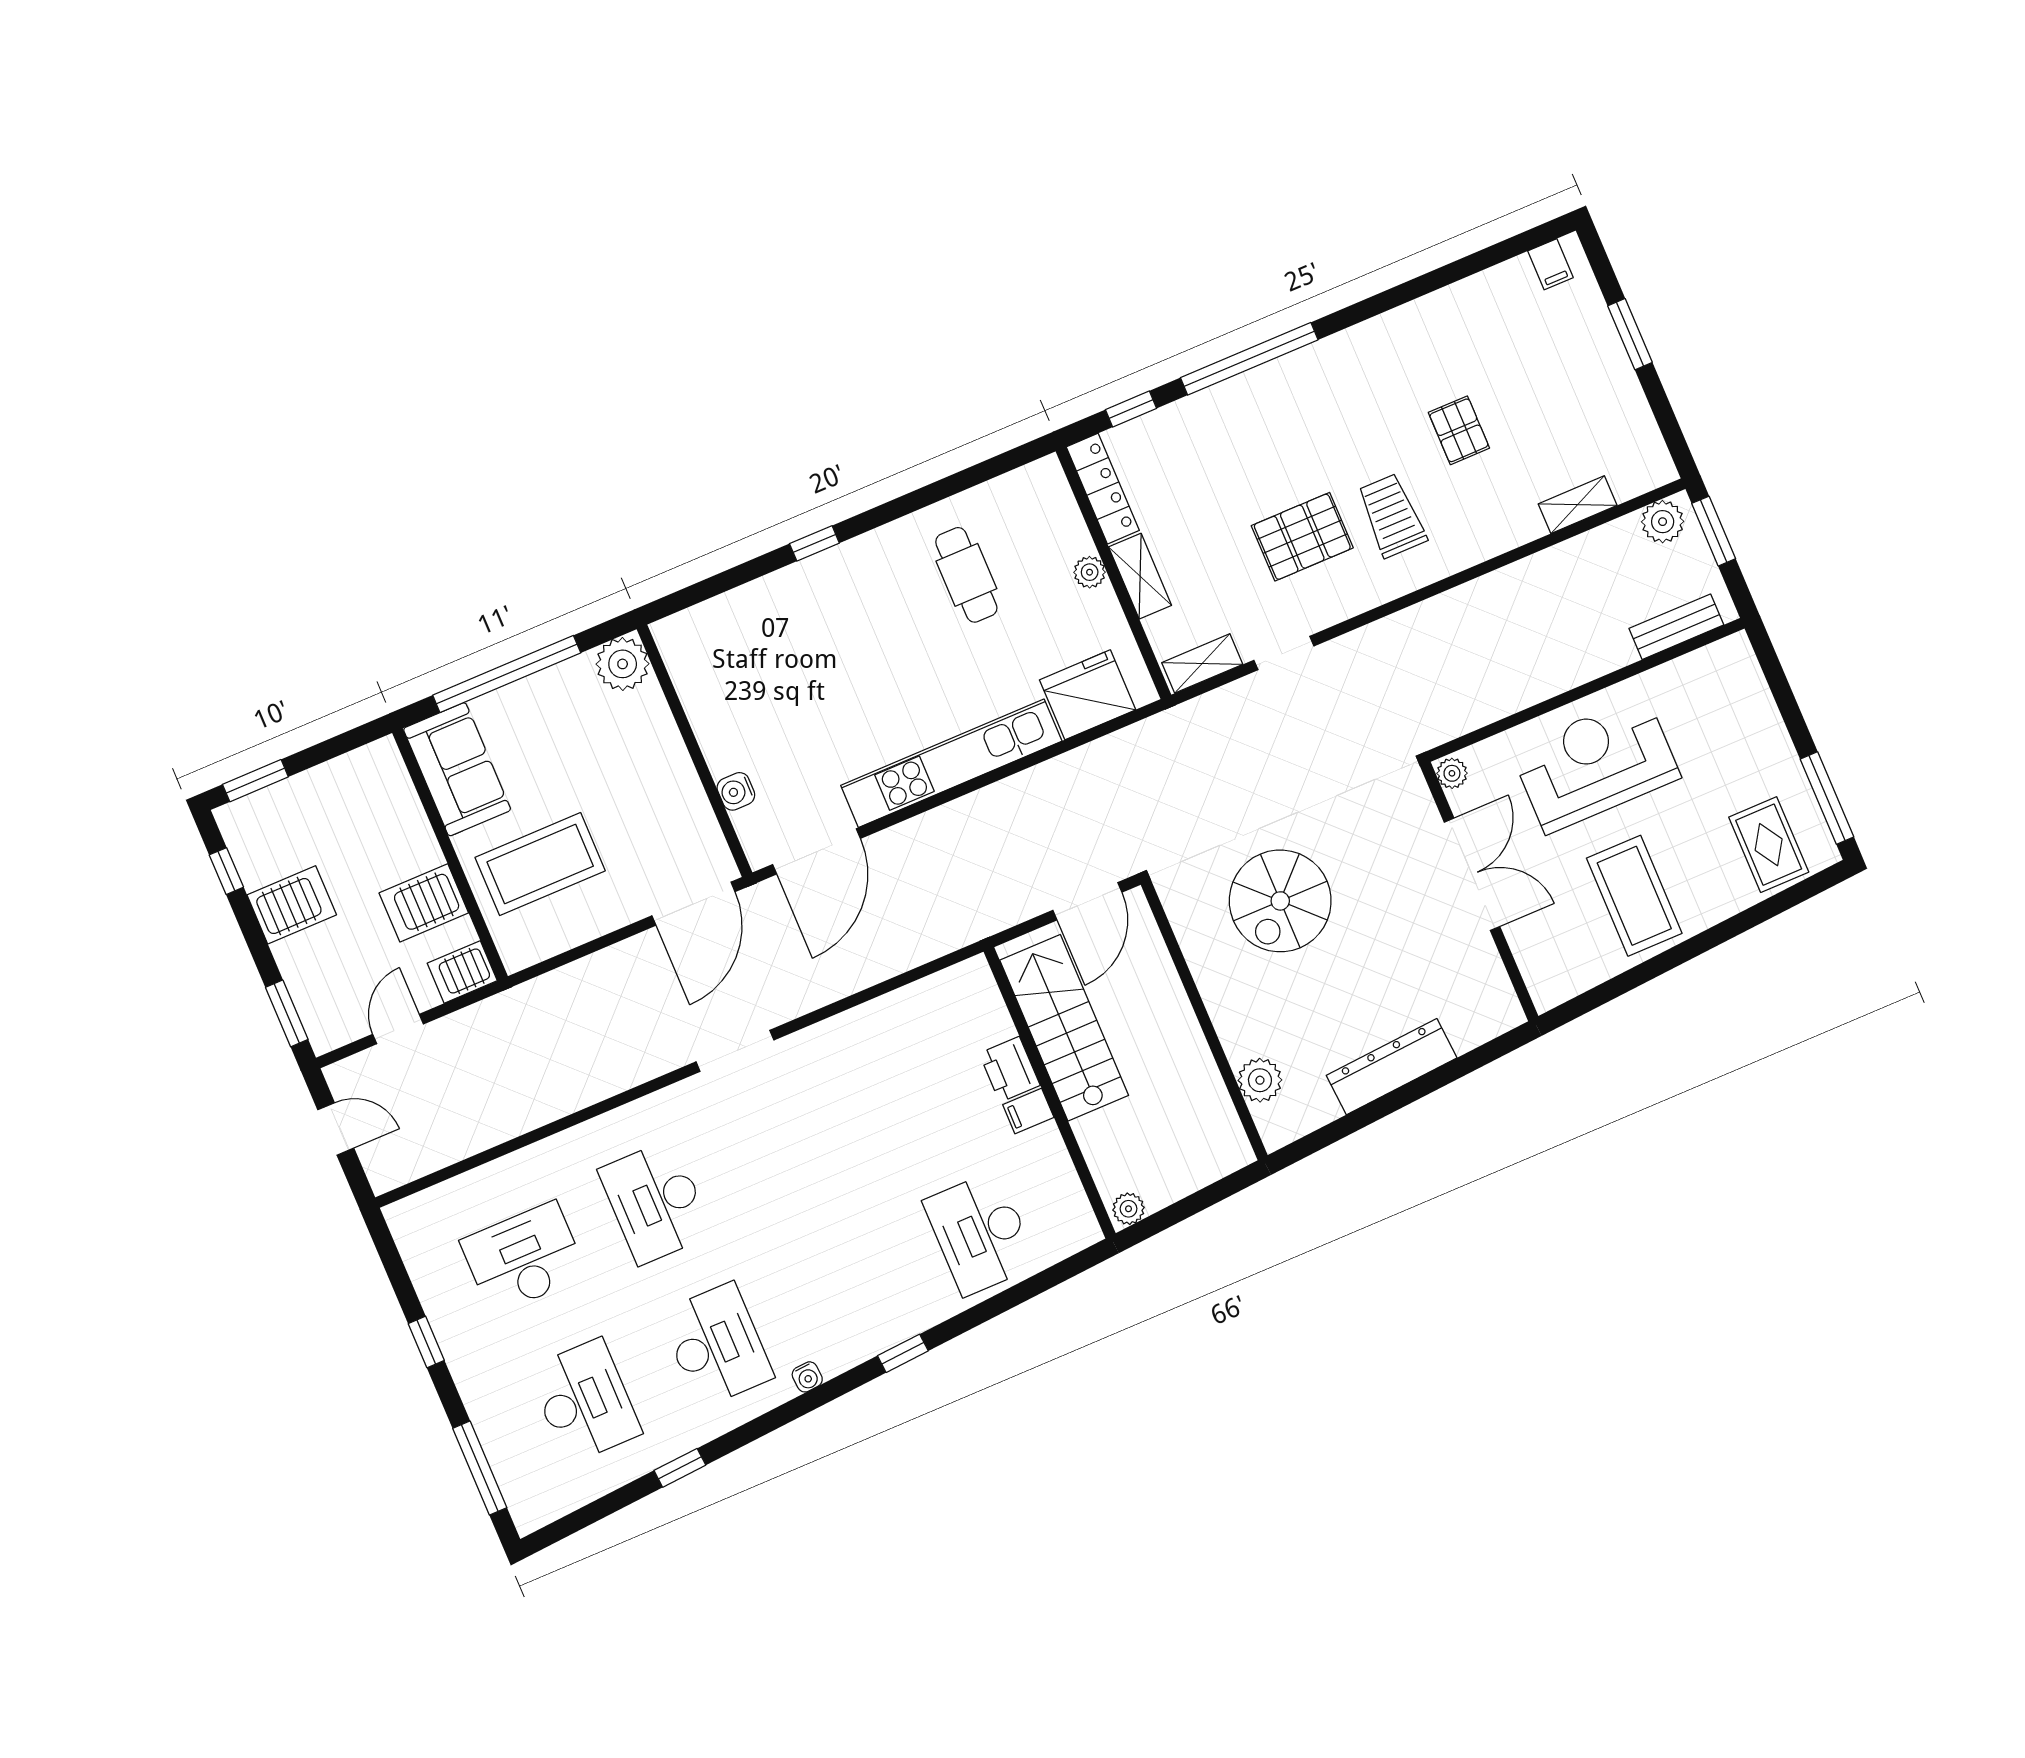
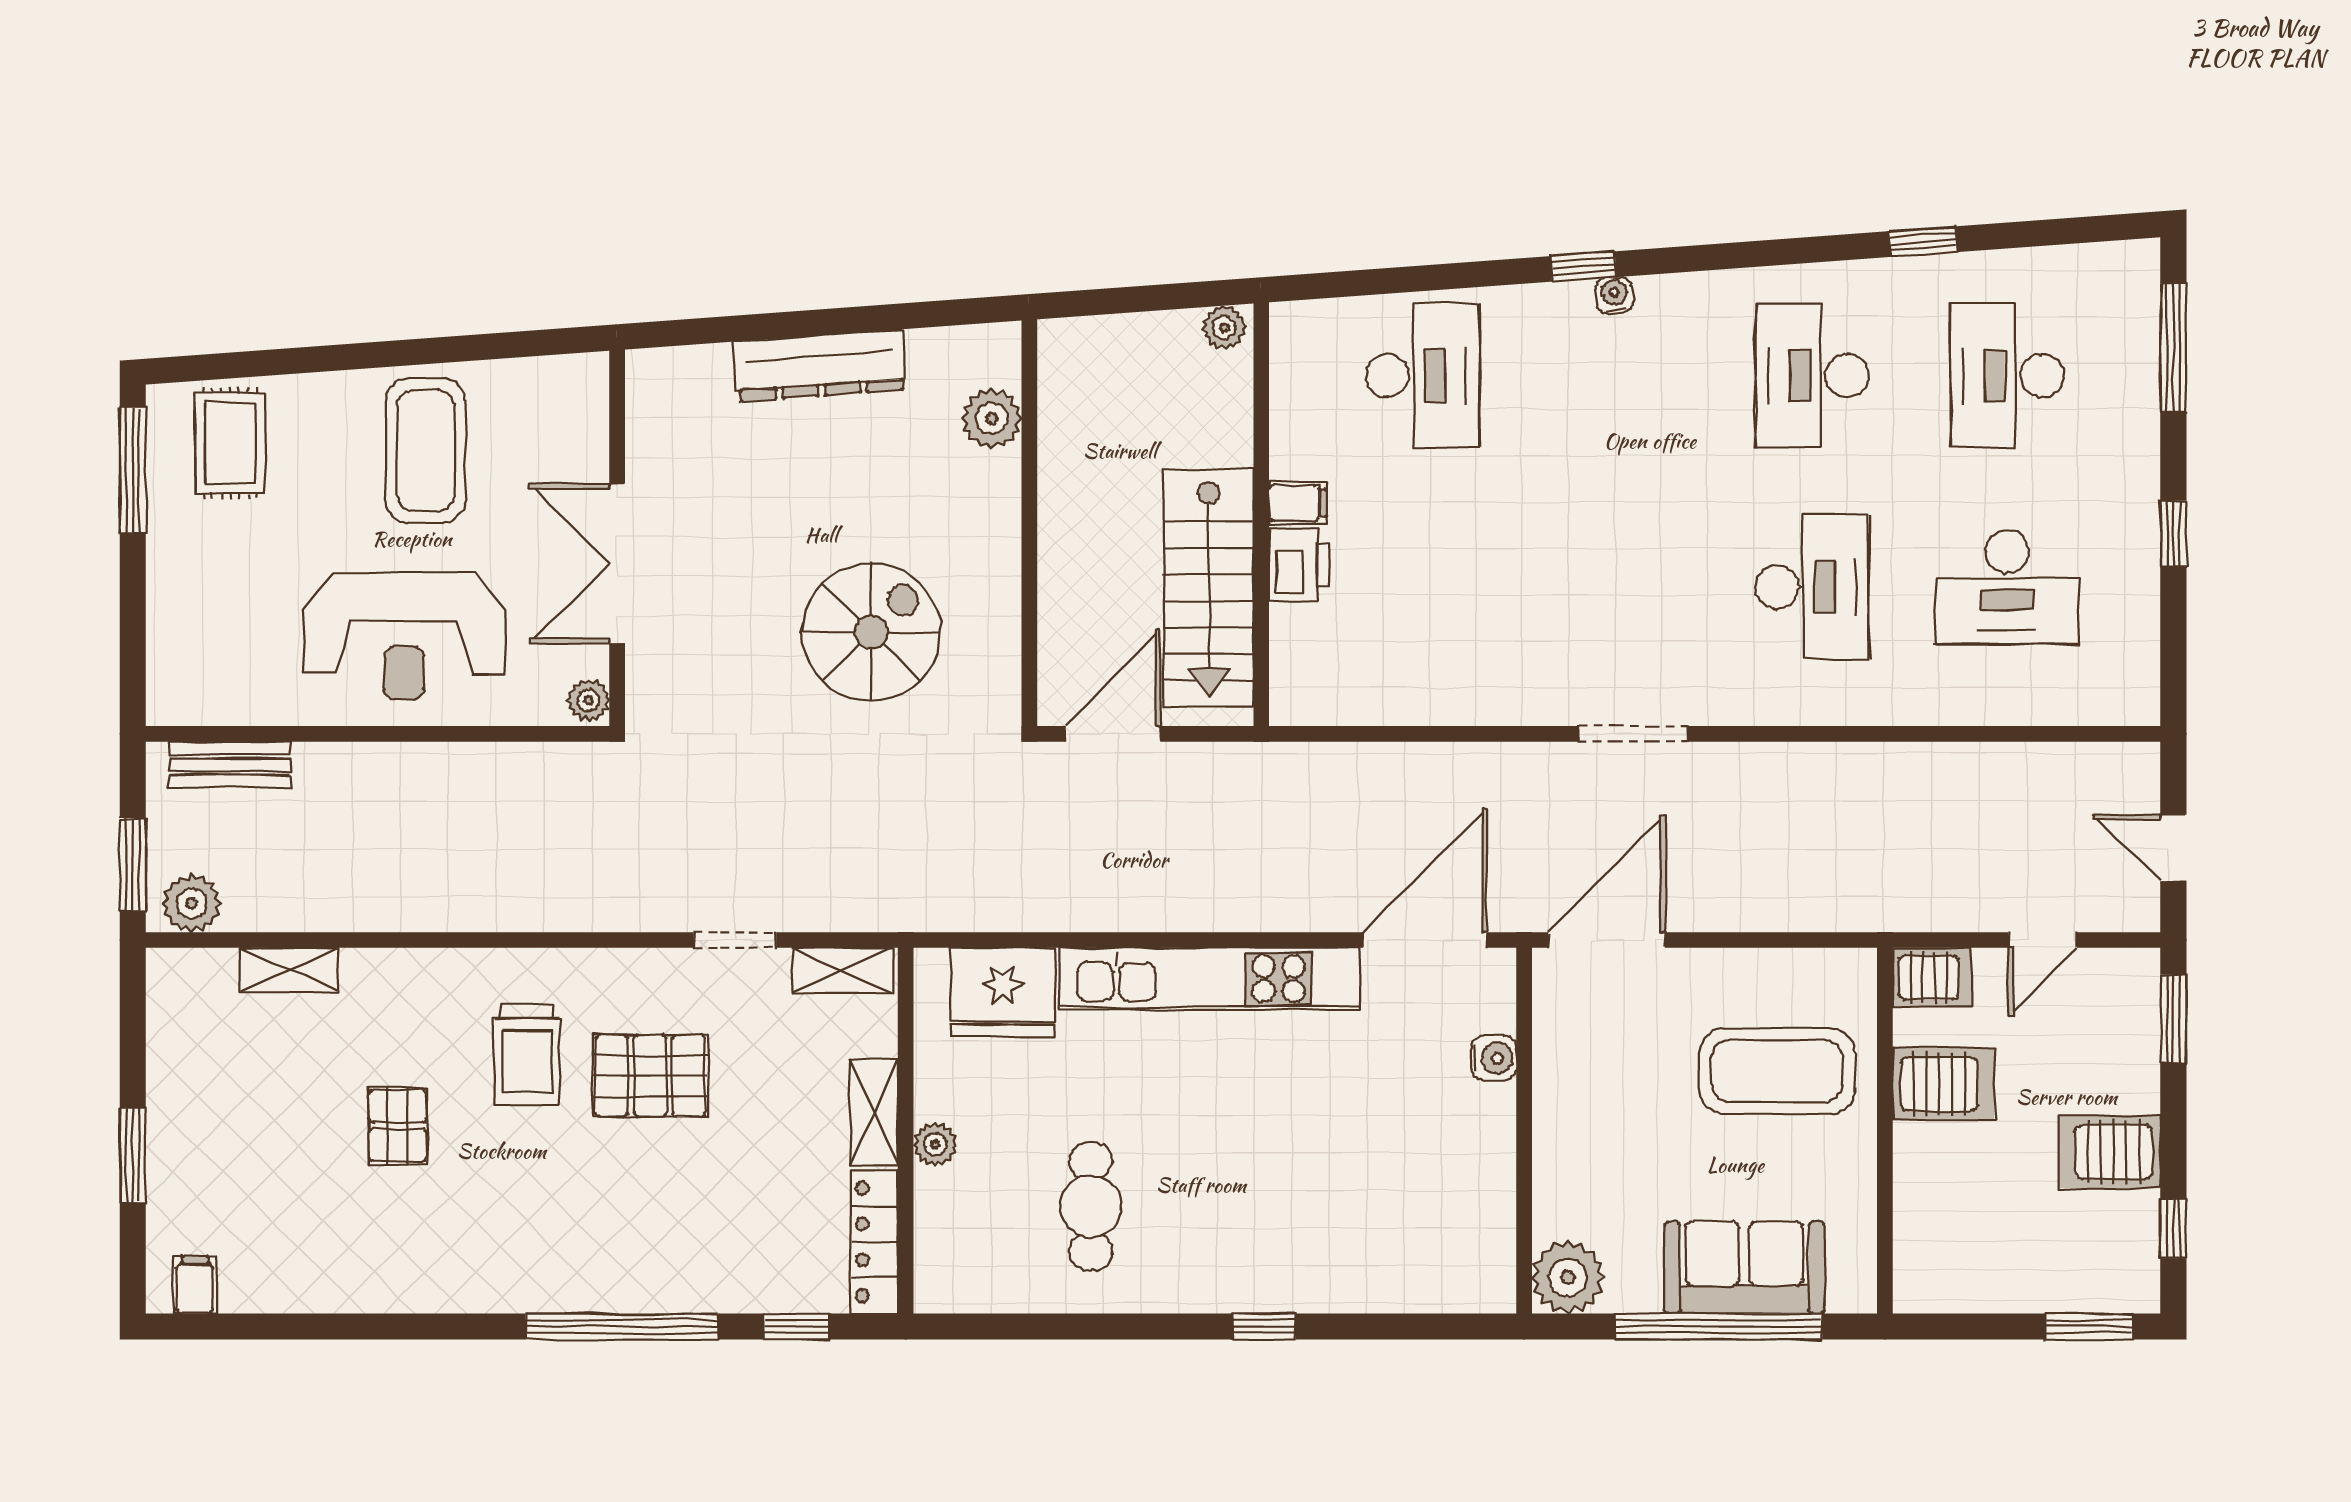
sofa: (457, 769) -> (1744, 1267), moved, turned 90
water cooler: (807, 1377) -> (1614, 295), moved

